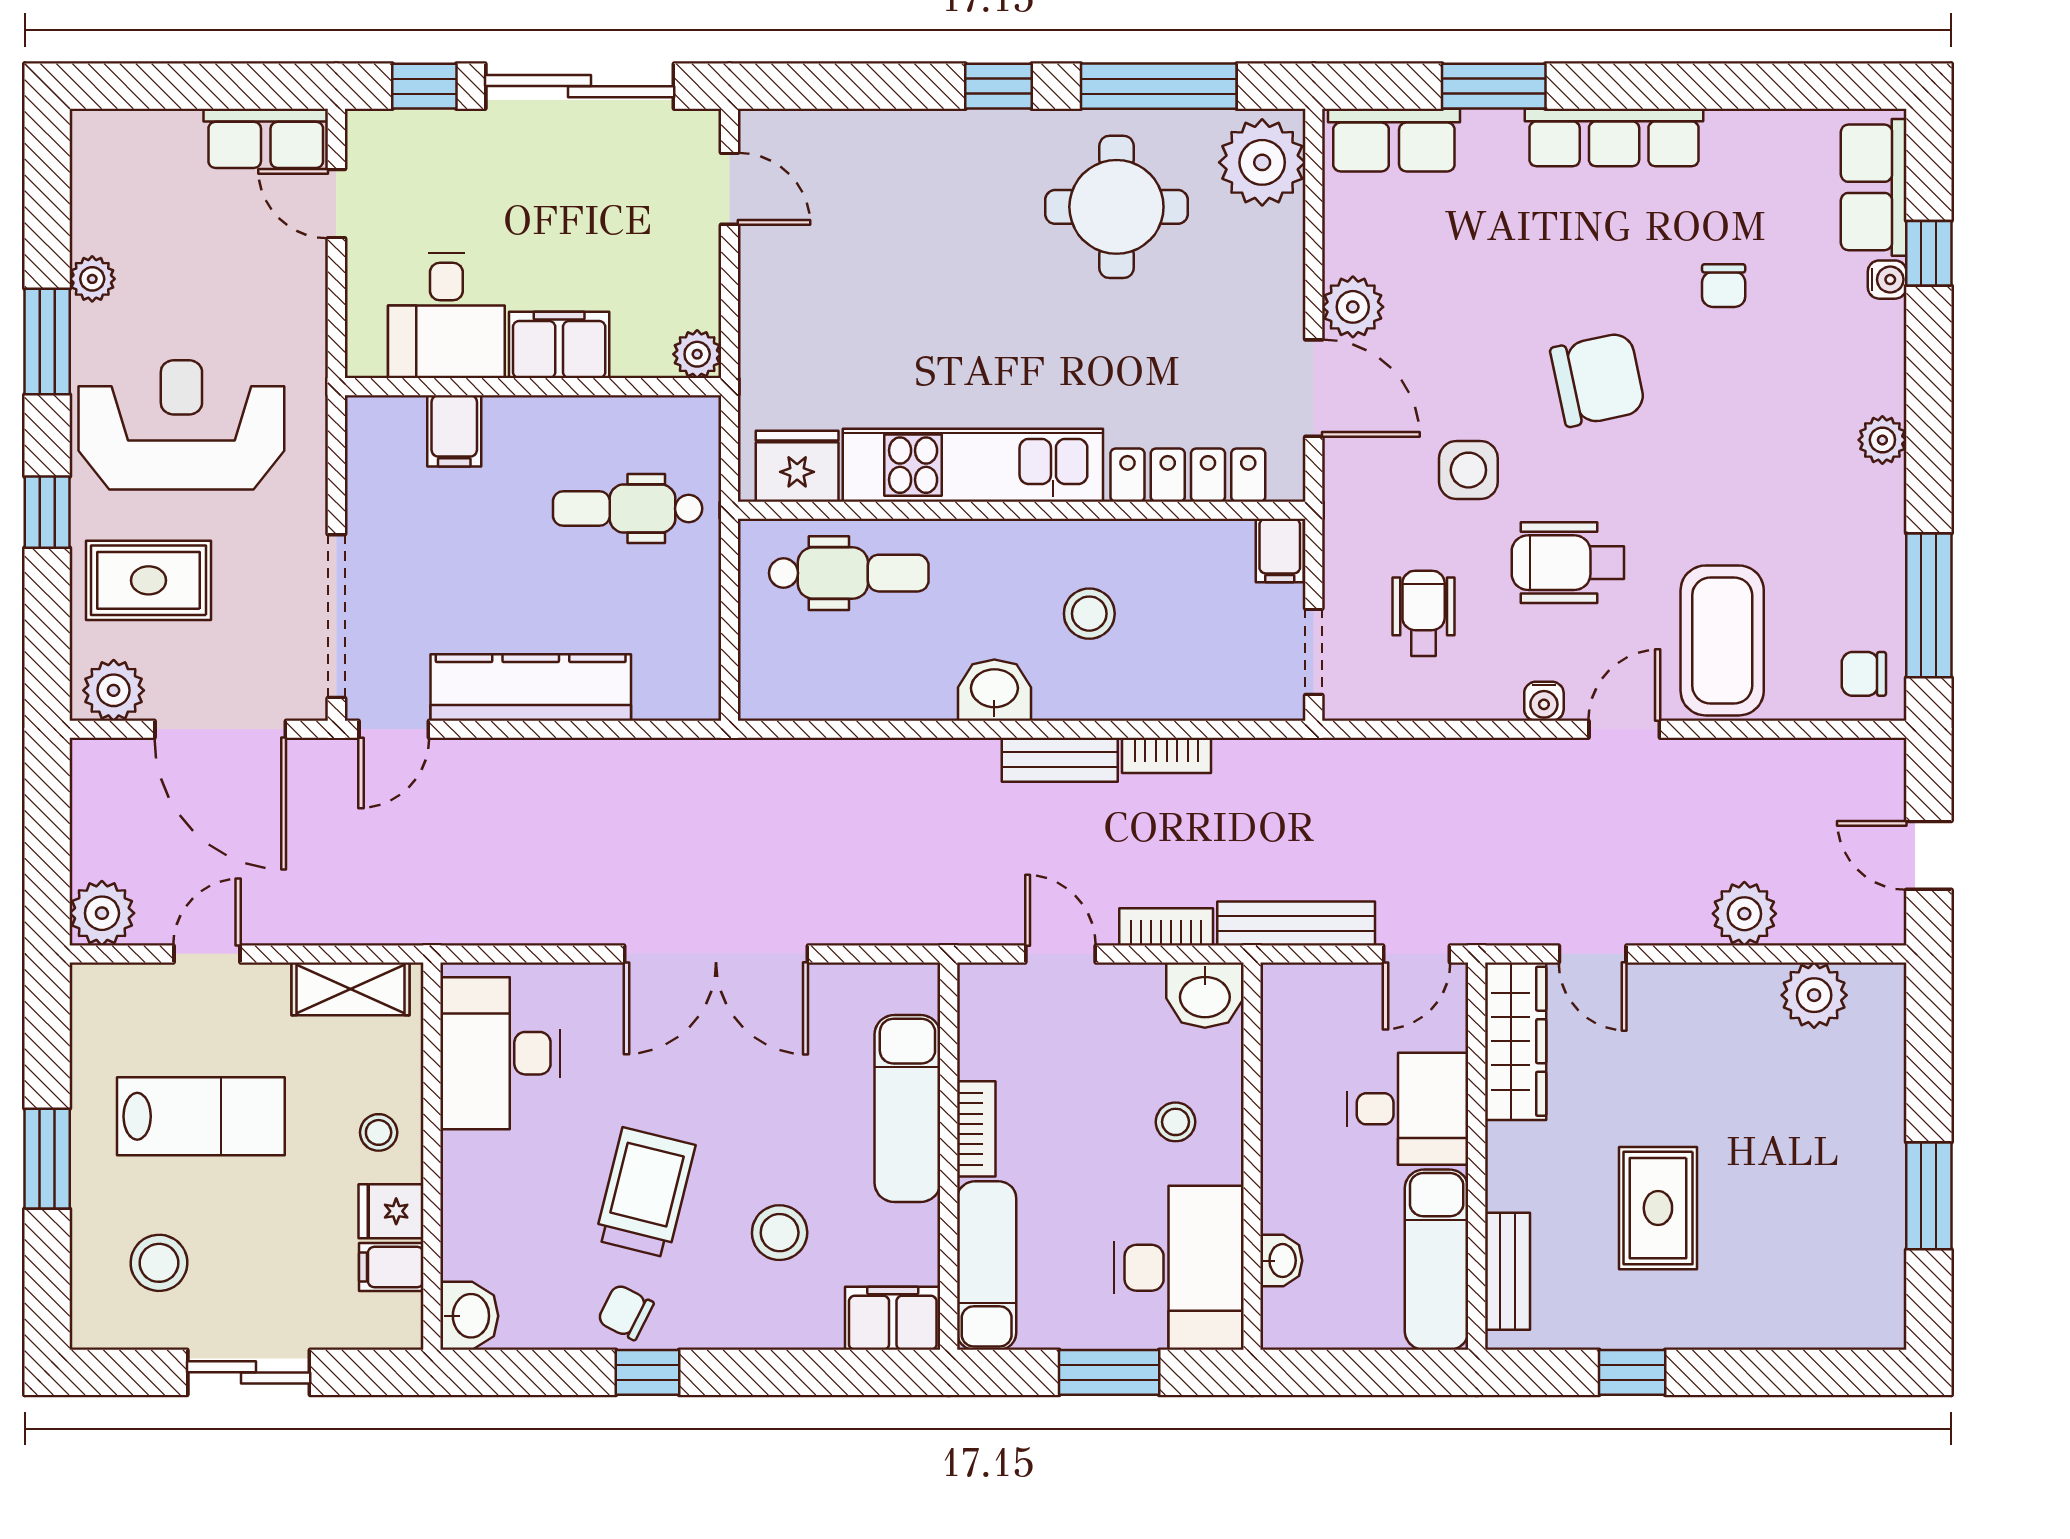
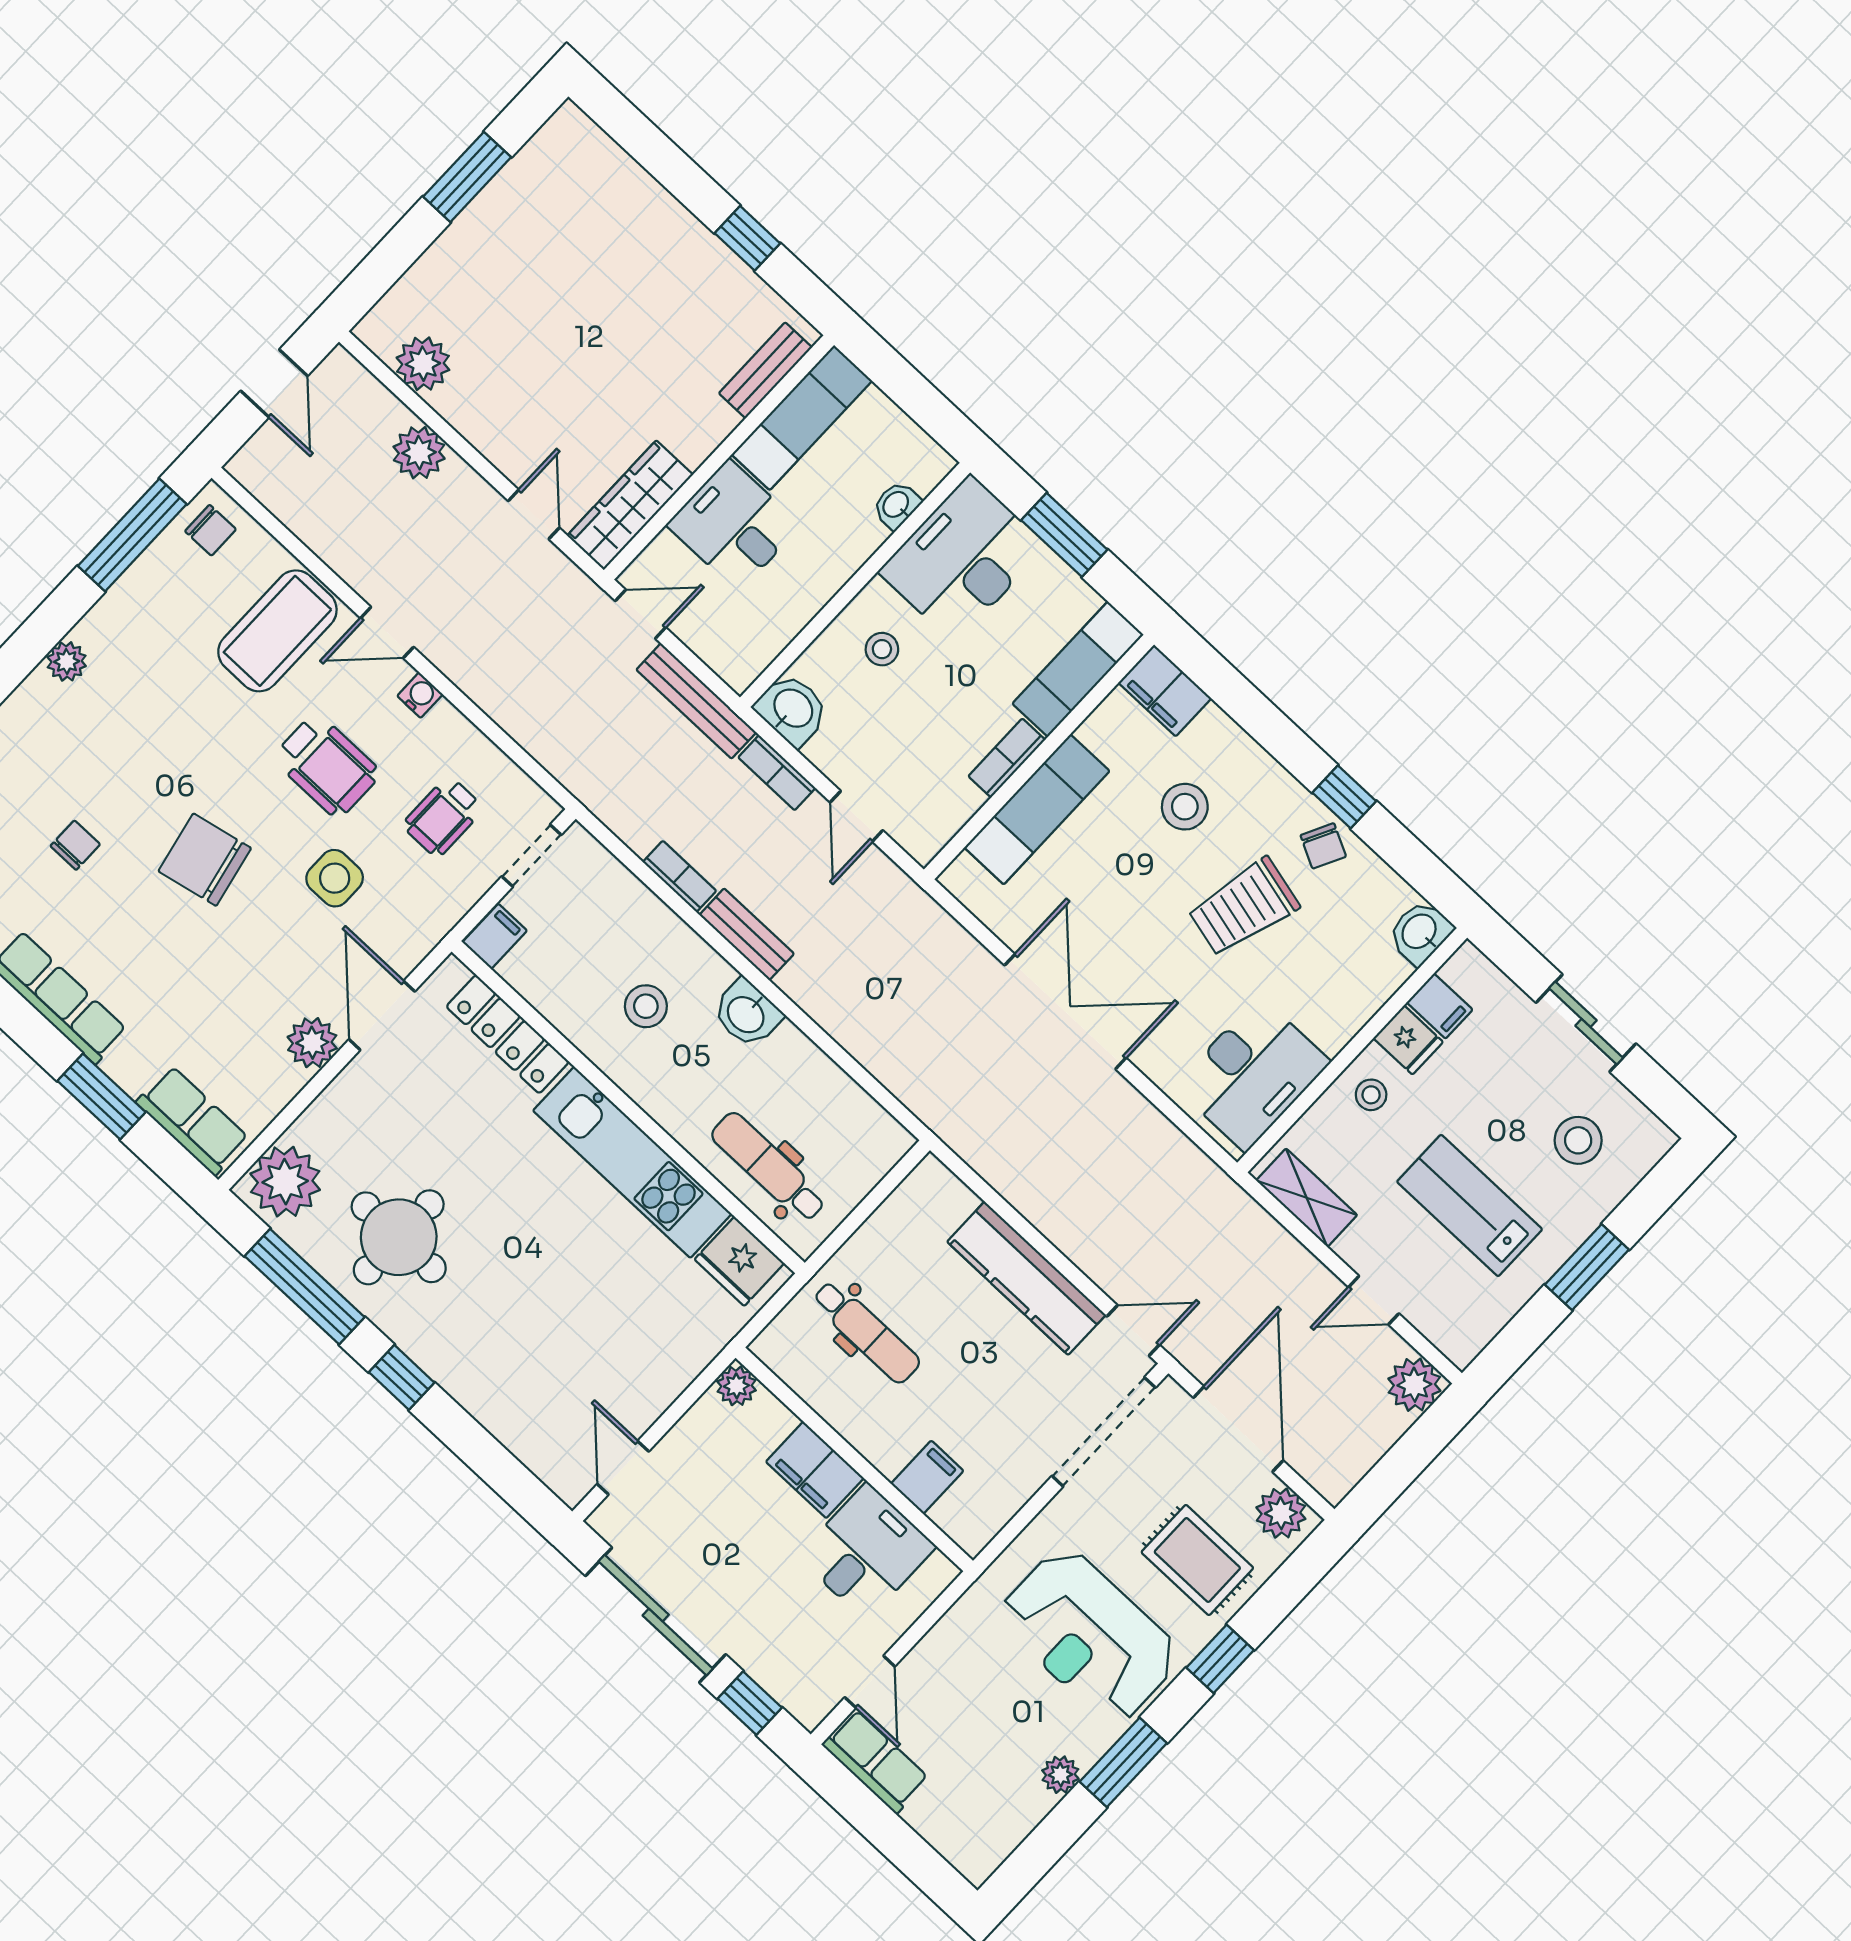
rug: (1658, 1208) -> (638, 323), removed

